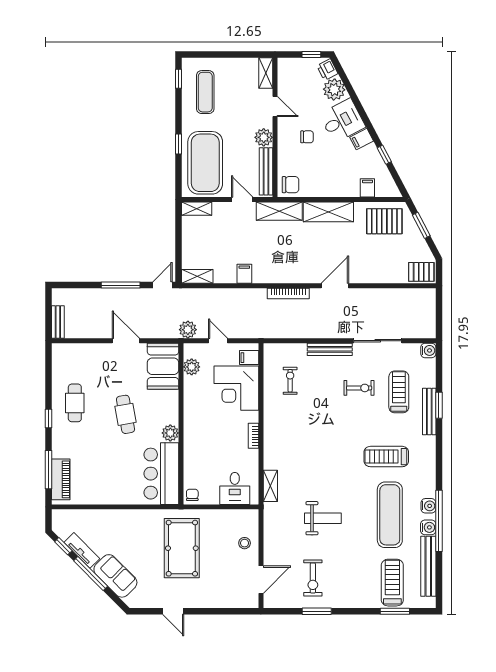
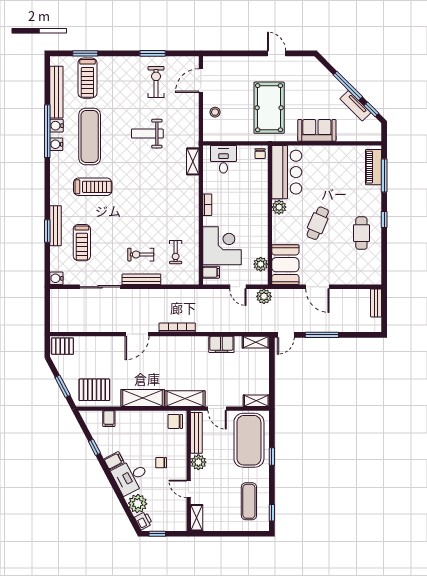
filing cabinet: (244, 274) -> (221, 344), width x2.00
exercise bike: (359, 388) -> (141, 255), moved
cafe table: (126, 414) -> (318, 223), turned 33
sofa: (115, 576) -> (317, 130), moved, turned 135

